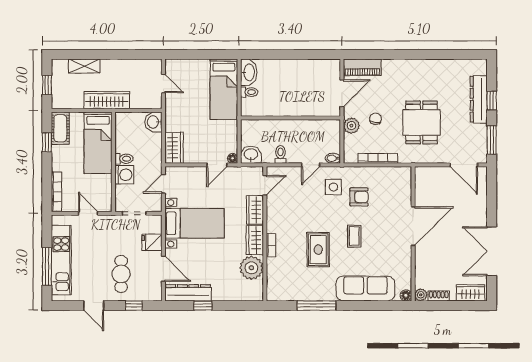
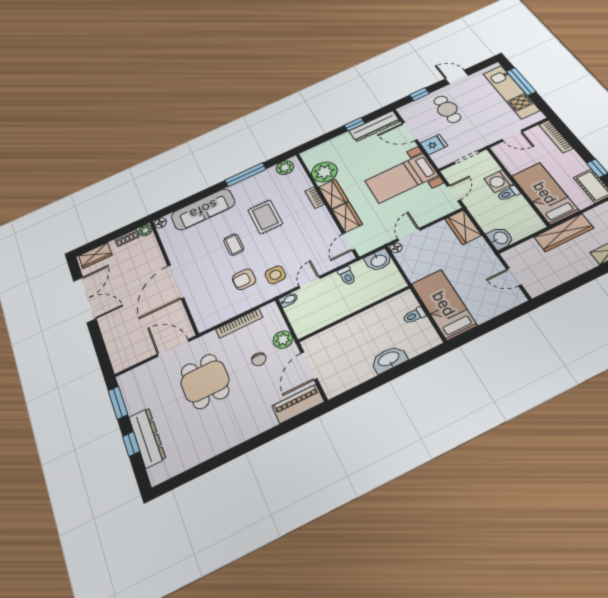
washbasin: (249, 72) -> (389, 359), moved, turned 90
door: (464, 165) -> (173, 348), moved
plant: (281, 293) -> (285, 168), added

